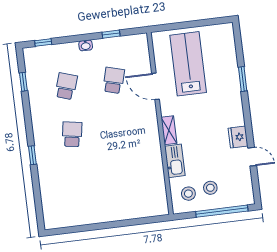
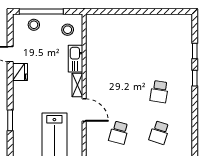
window: (23, 82) -> (195, 51), moved
door: (155, 86) -> (84, 110), moved
stool: (210, 188) -> (34, 25), moved

